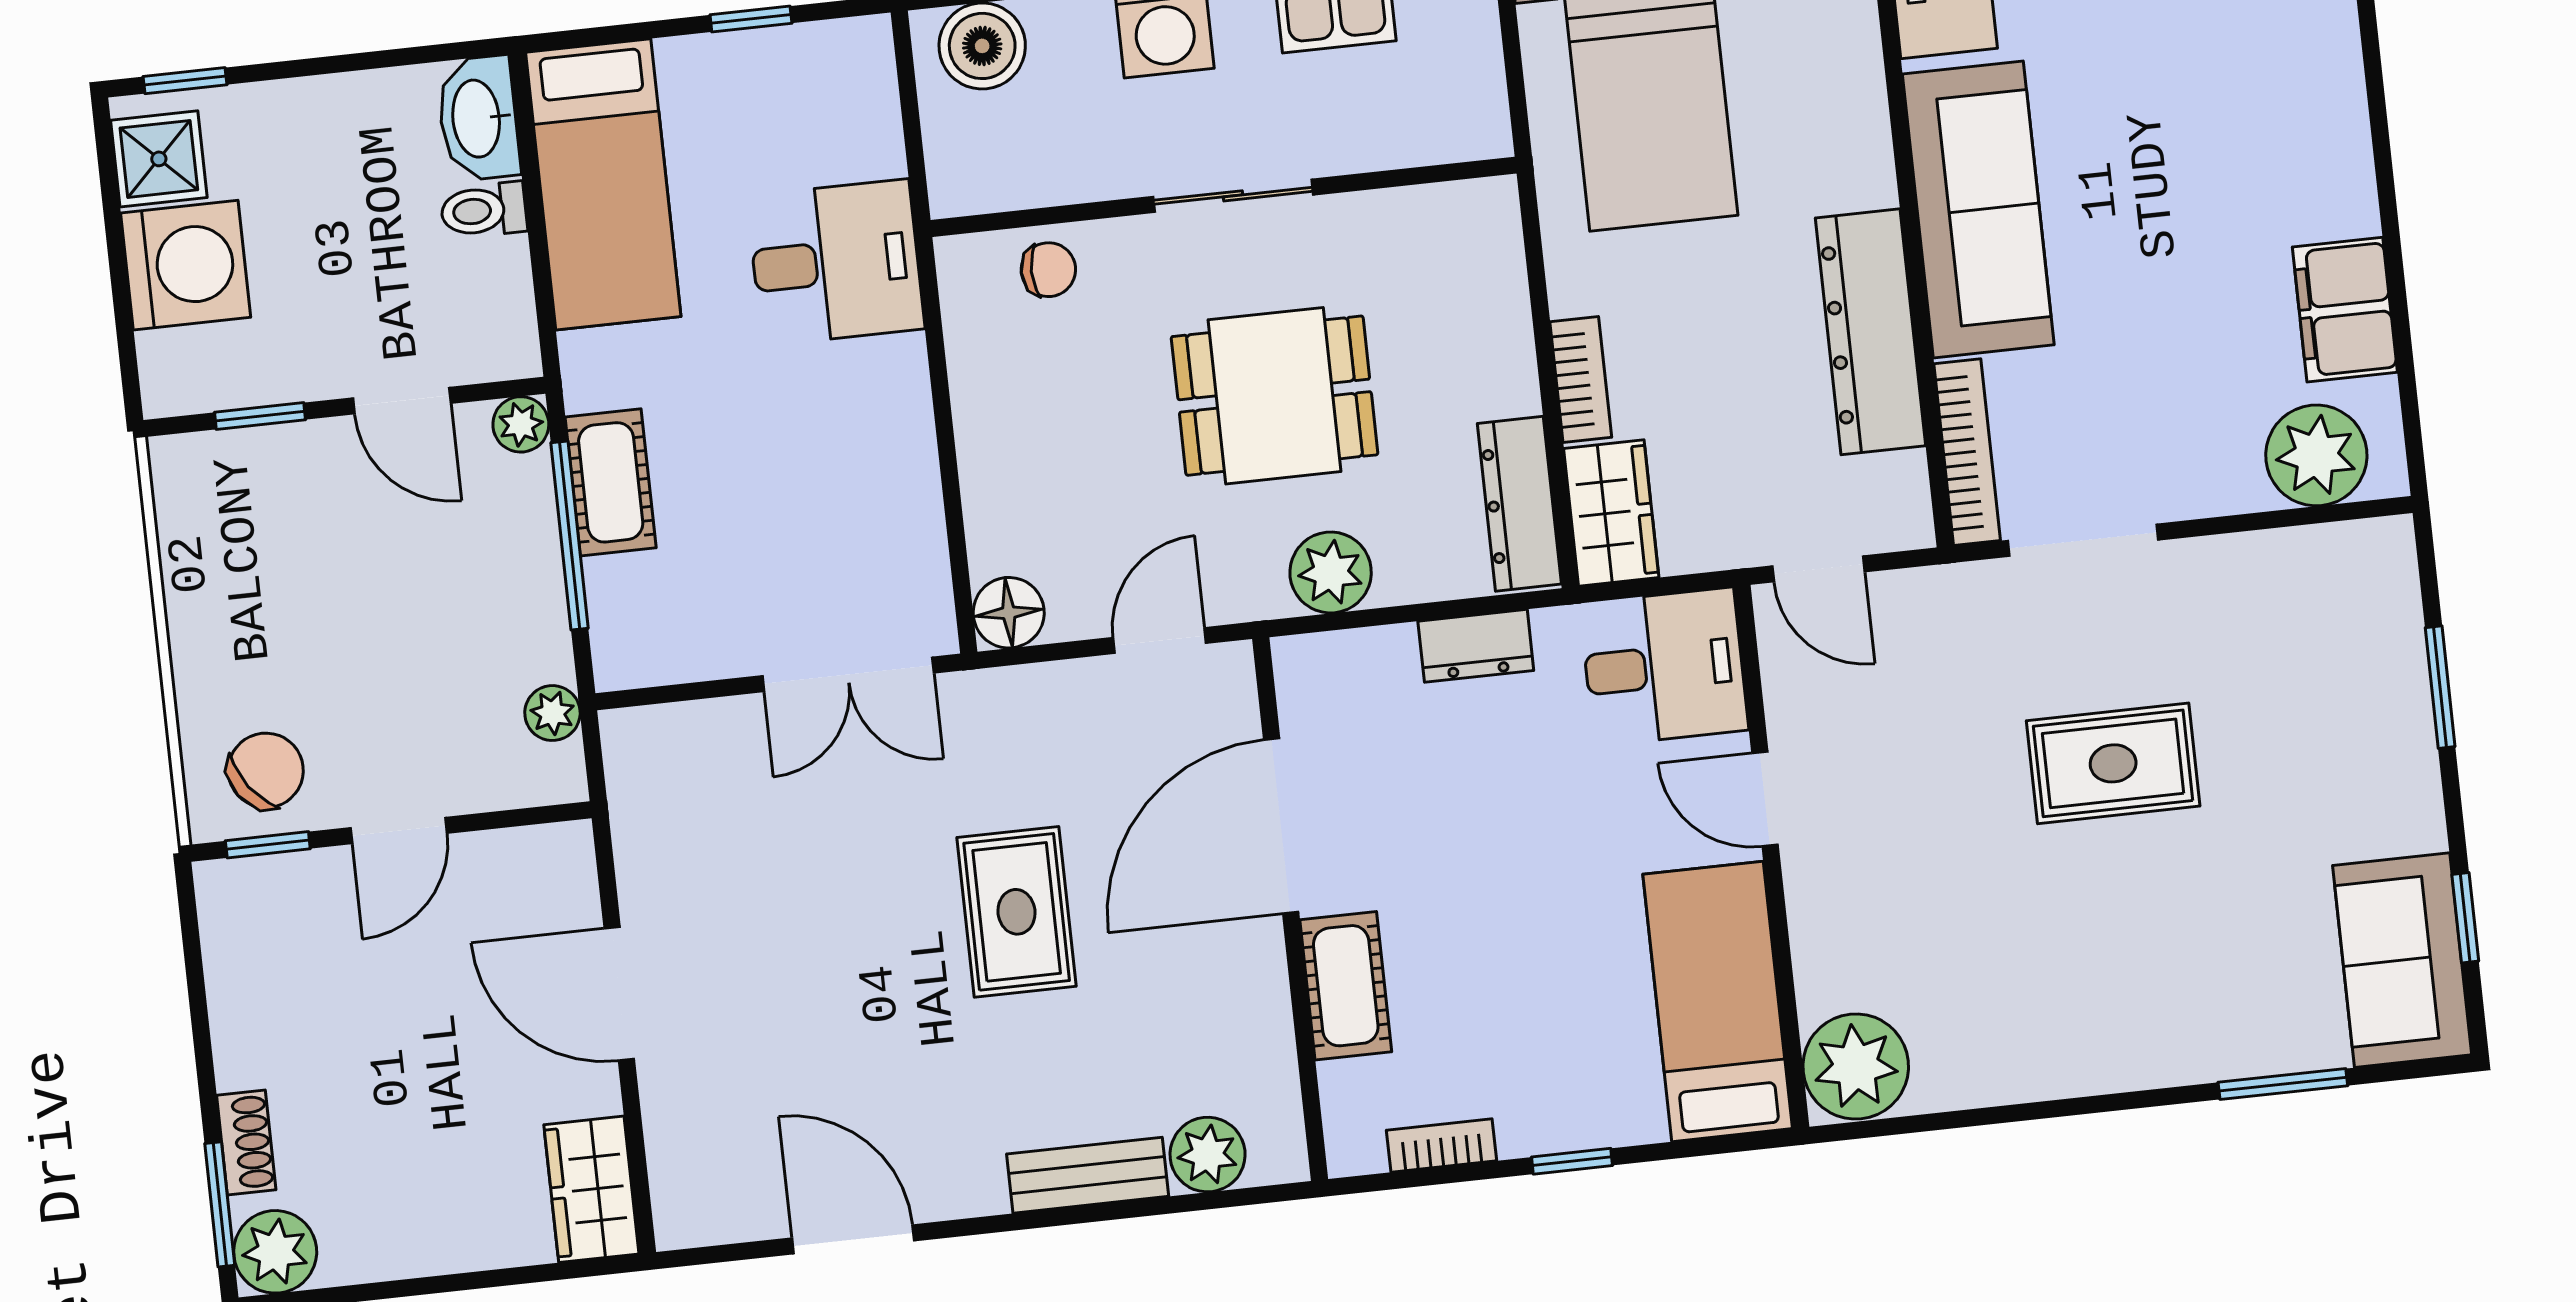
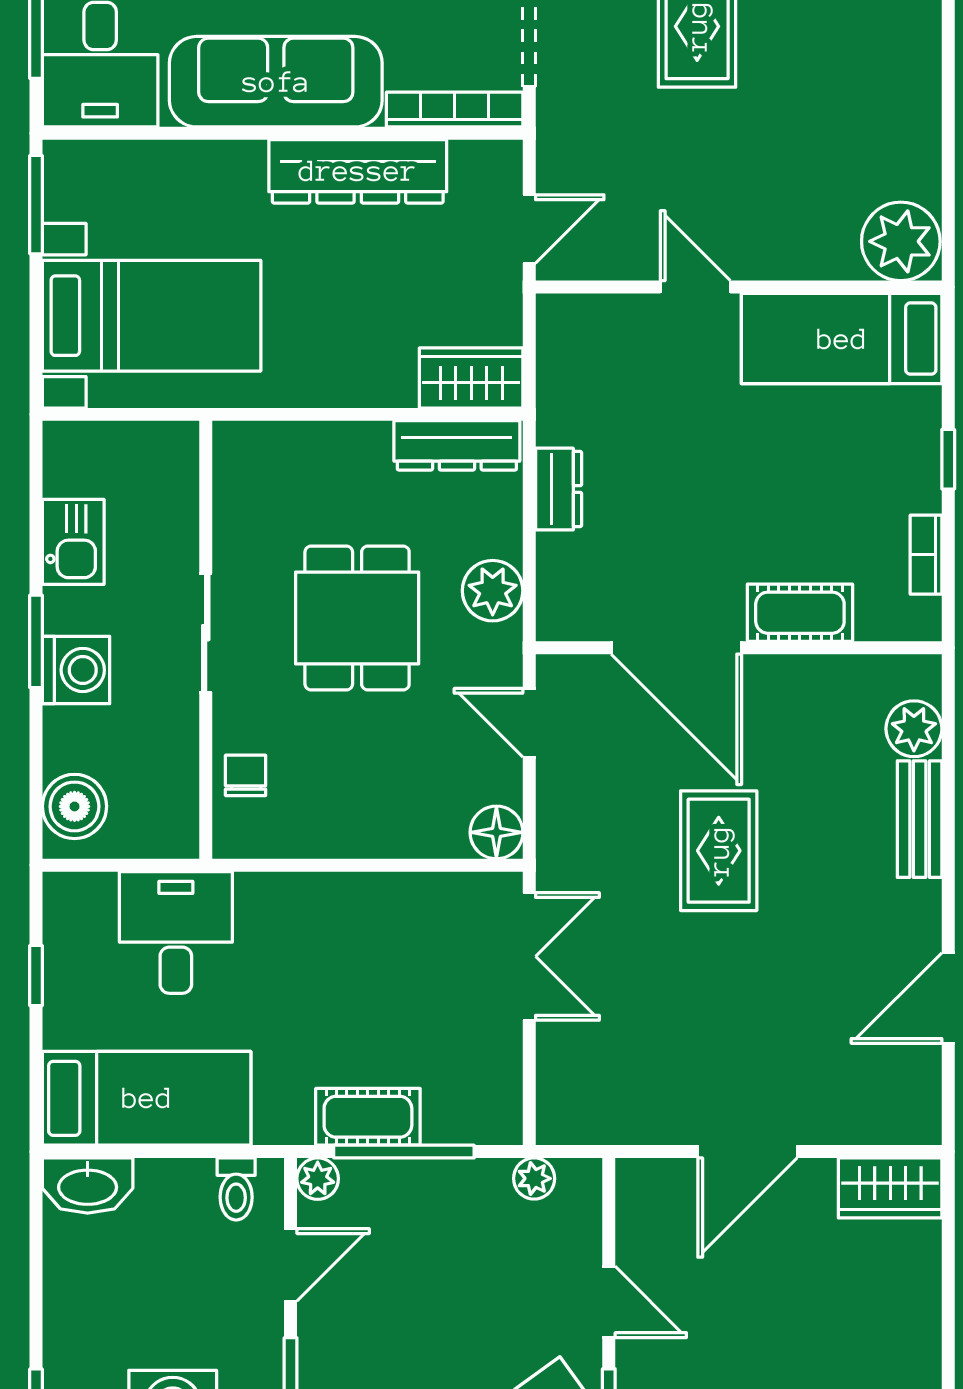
toilet: (484, 210) -> (236, 1189), moved
desk: (836, 262) -> (176, 932), moved
bookcase: (1581, 379) -> (370, 390), removed
desk: (1664, 667) -> (589, 351), removed
door: (1765, 799) -> (695, 287), swing flipped
rug: (1017, 912) -> (719, 851), turned 90

